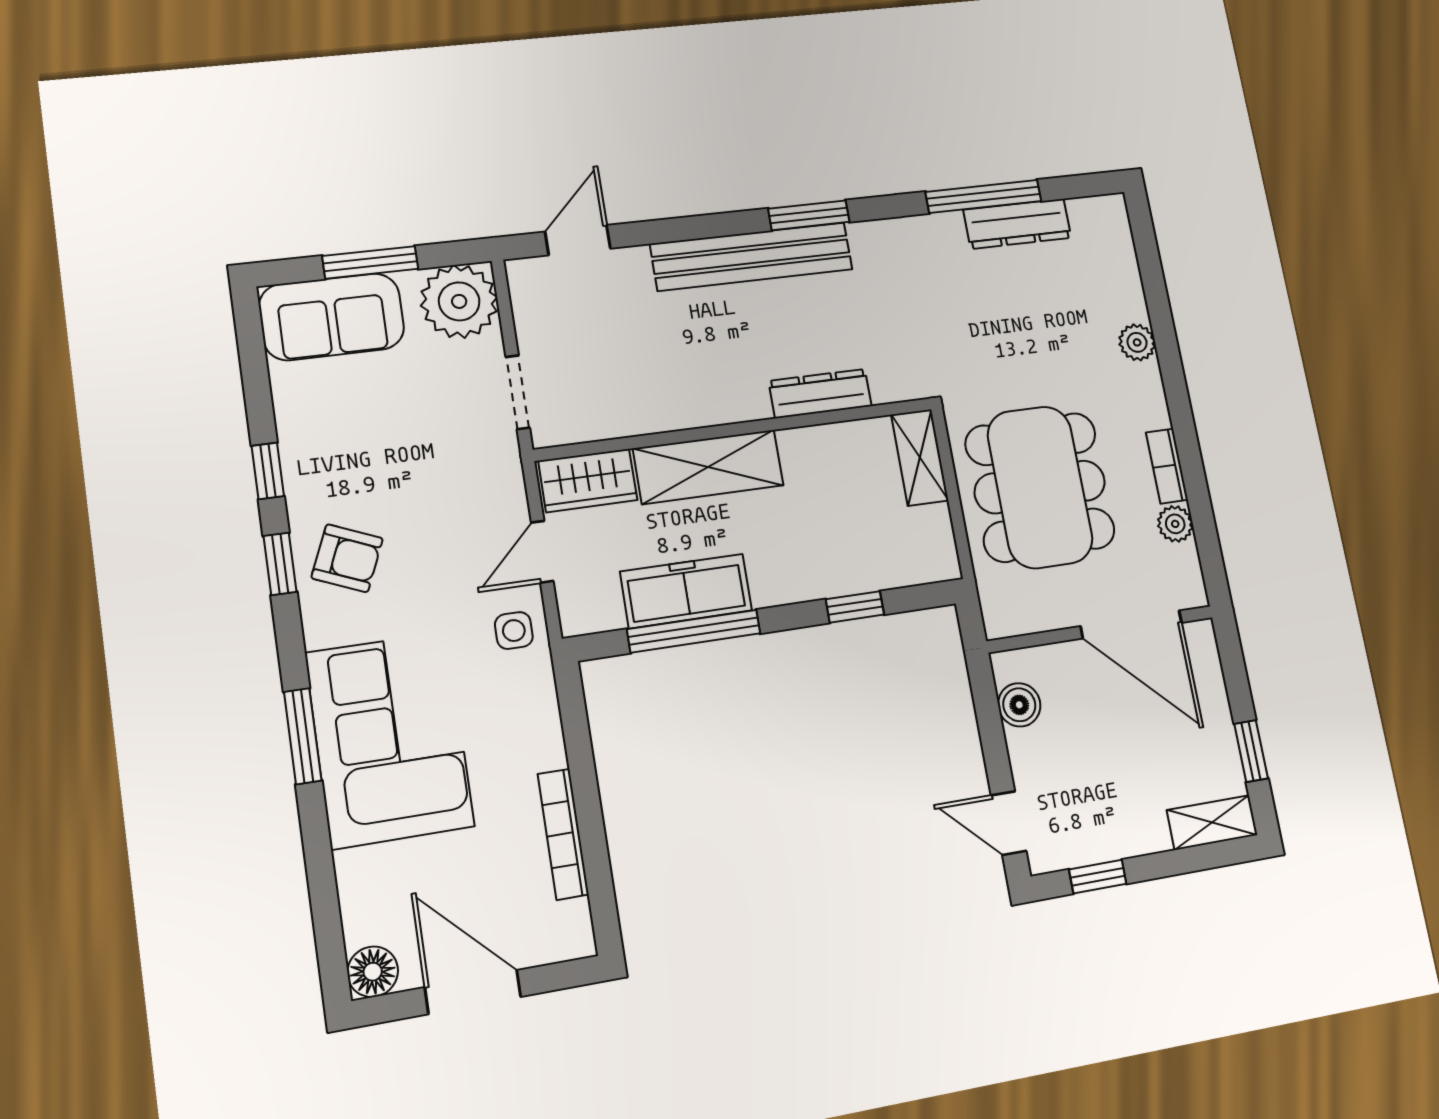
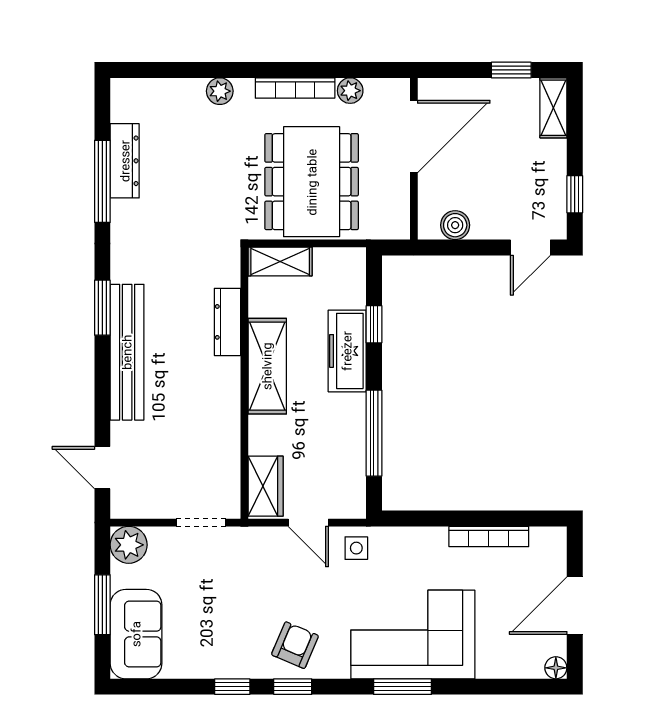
plant: (459, 301) -> (129, 545), width x0.73, depth x0.73
bookcase: (1167, 466) -> (295, 88), width x1.56
shelving: (708, 467) -> (267, 366), moved
dining table: (1040, 487) -> (312, 182), turned 90
freezer: (686, 591) -> (347, 351), moved
floor lamp: (373, 972) -> (556, 668), width x0.73, depth x0.73

